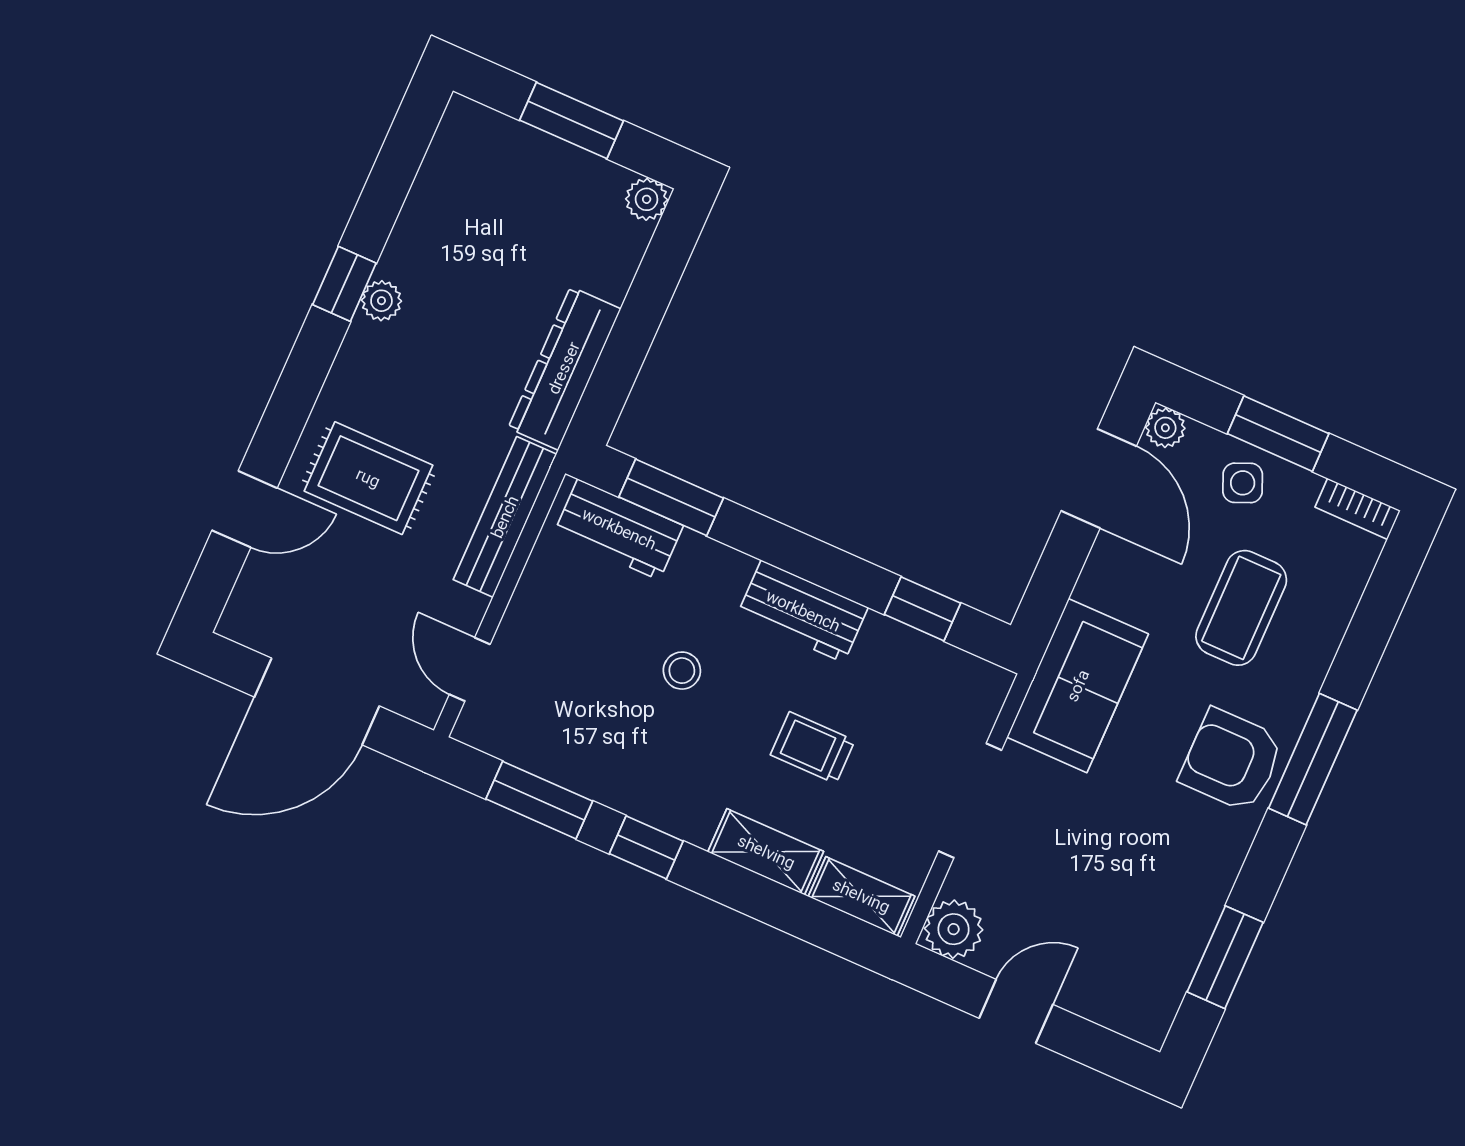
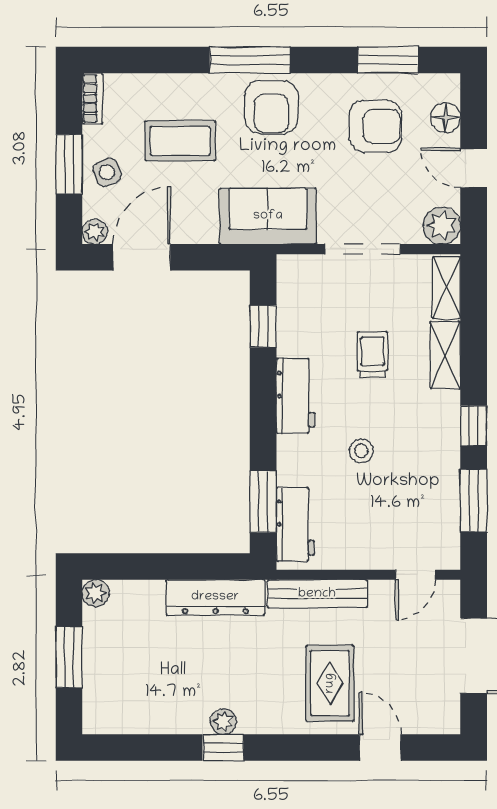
trolley: (813, 748) -> (372, 355), turned 180
armchair: (1138, 897) -> (375, 126), added
floor lamp: (1106, 1003) -> (445, 118), added

